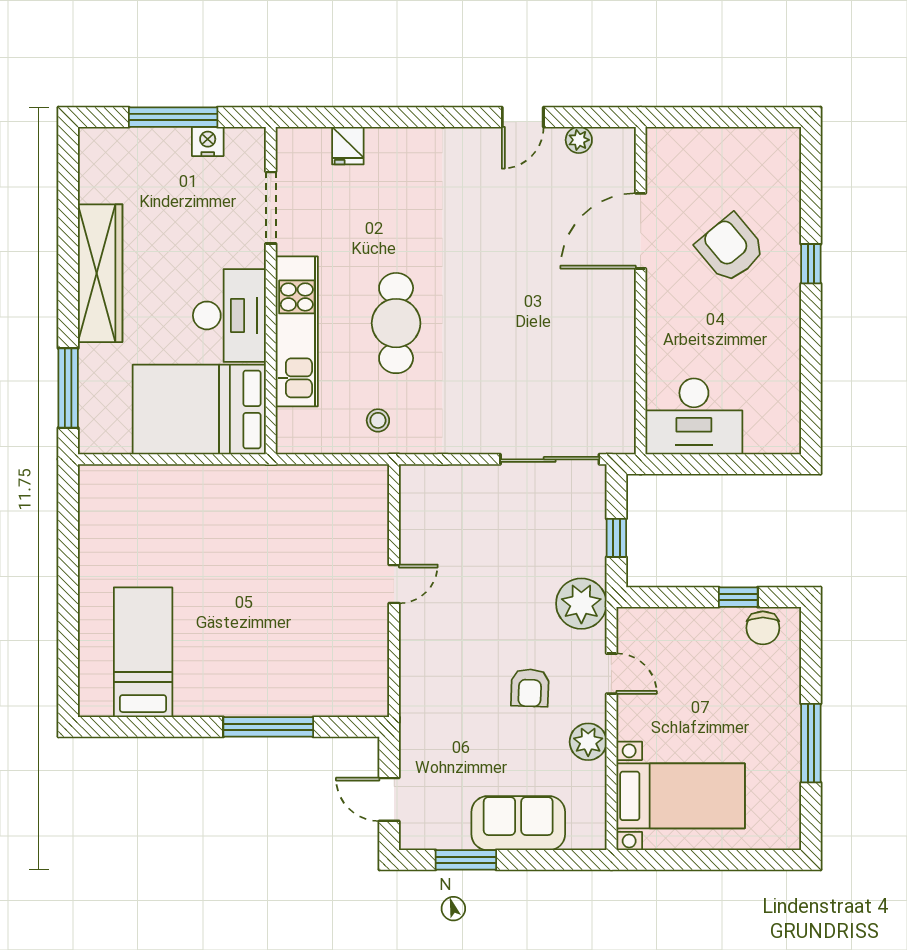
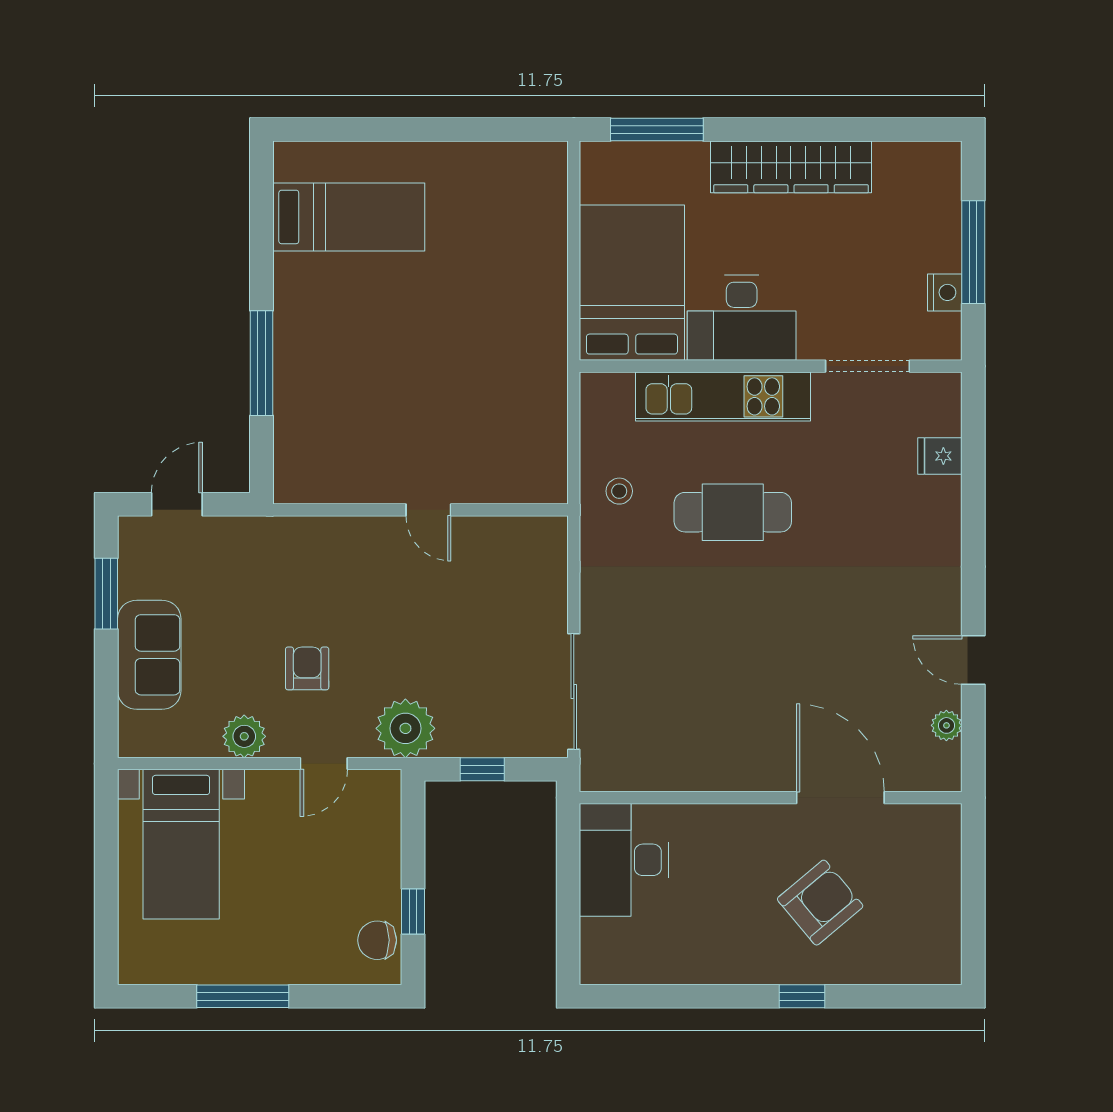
armchair: (530, 688) -> (307, 668), turned 88

